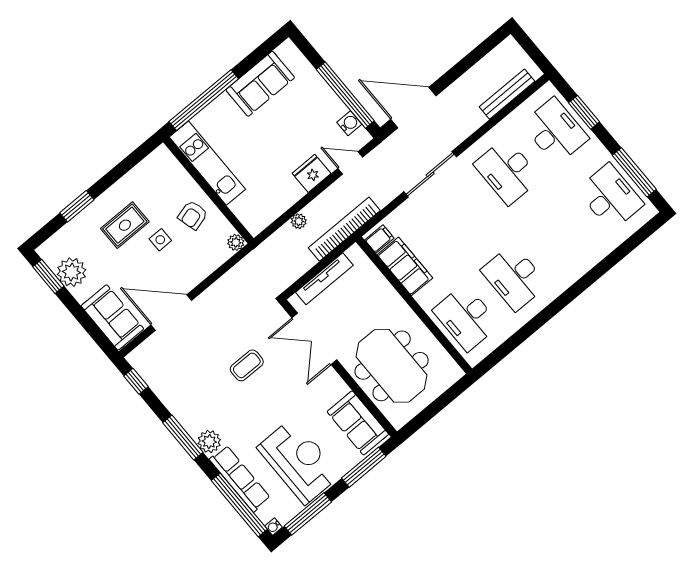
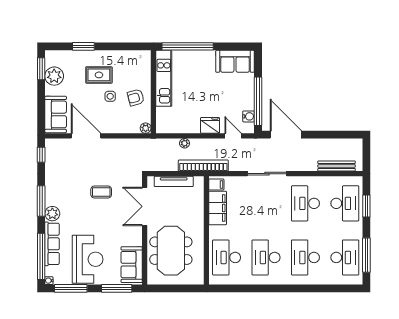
sofa: (260, 84) -> (235, 61), moved
desk: (562, 237) -> (305, 257), added

